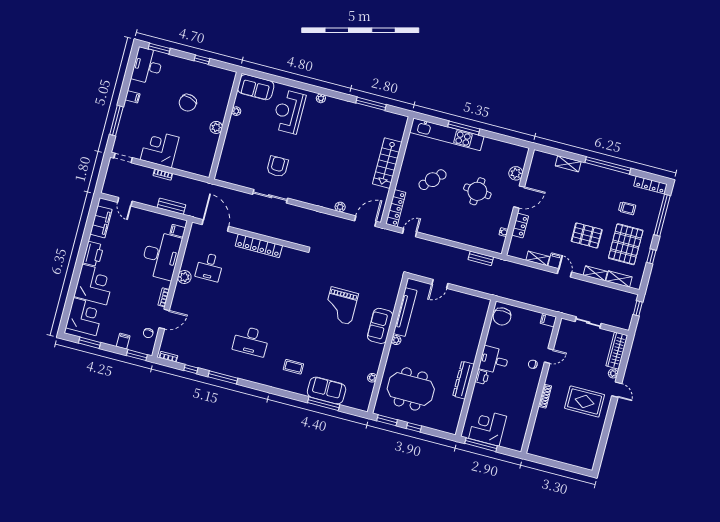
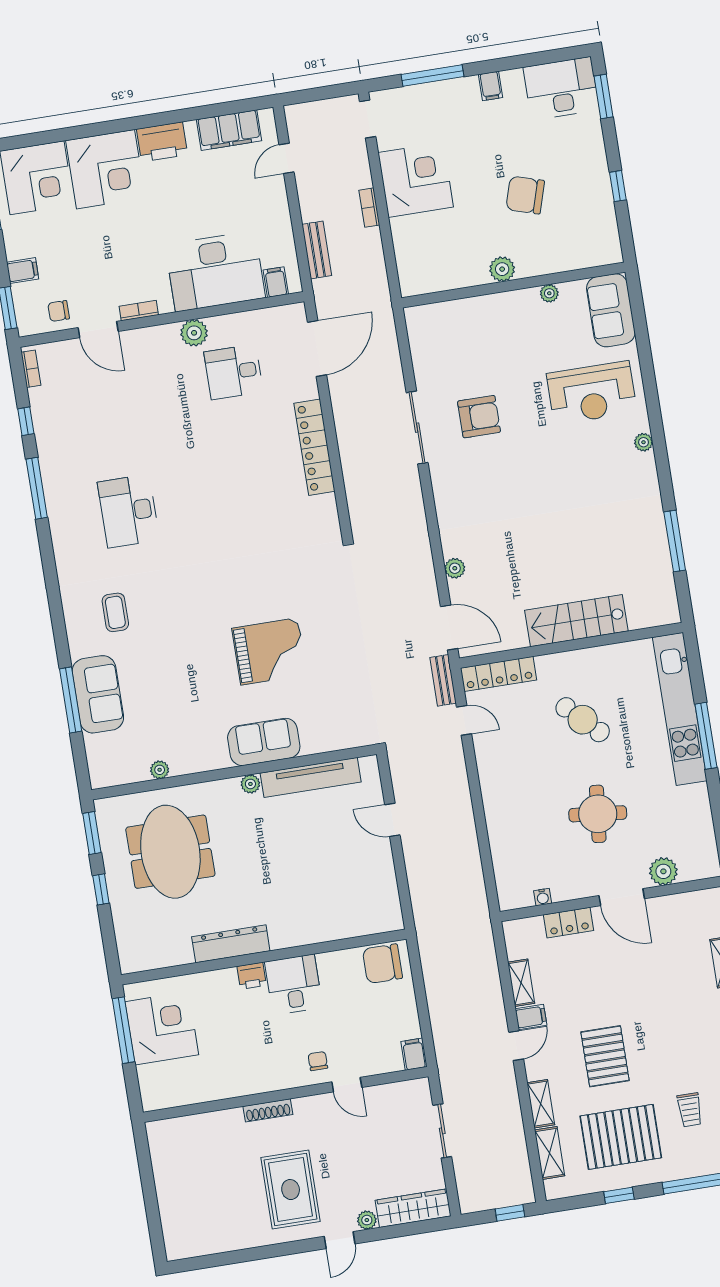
reception desk: (289, 112) -> (592, 393), turned 180
bench: (481, 258) -> (443, 680), moved
grand piano: (341, 306) -> (269, 651), turned 180

